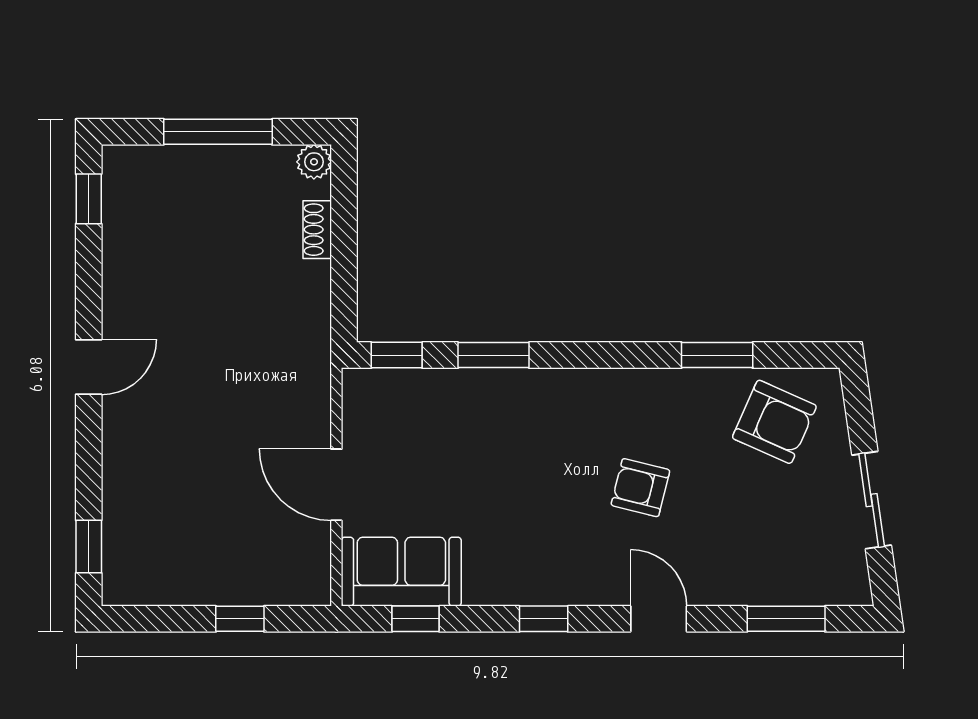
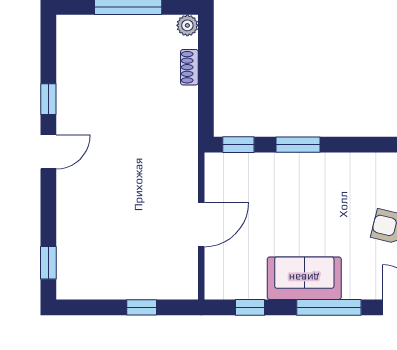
window: (89, 199) -> (48, 99), moved
door: (336, 485) -> (201, 225), swing flipped
sofa: (401, 572) -> (304, 278), moved
window: (544, 619) -> (329, 307), width x2.17

